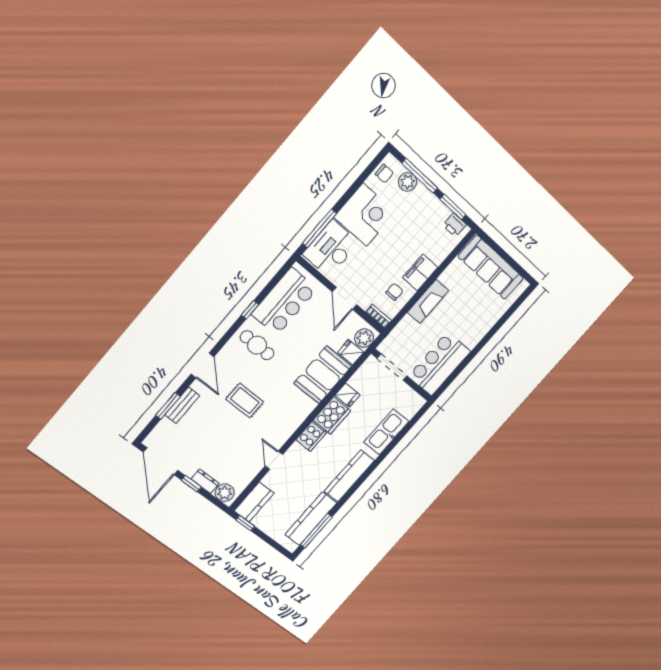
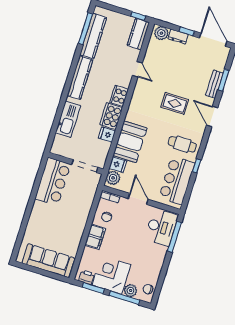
corner desk: (365, 215) -> (111, 275), moved, turned 90
fireplace: (428, 301) -> (81, 220), removed

